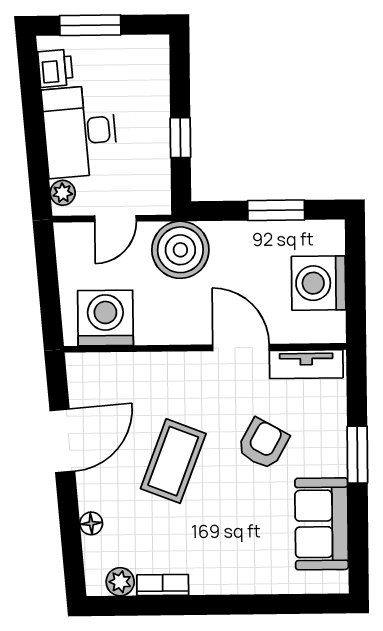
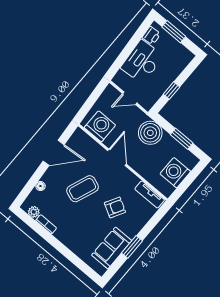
plant: (63, 193) -> (120, 76), removed
boiler: (180, 250) -> (150, 133), moved
door: (241, 347) -> (117, 157), moved
window: (357, 455) -> (132, 247), moved

